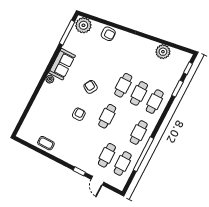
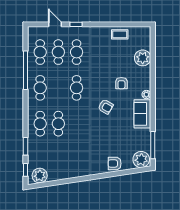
plant: (163, 52) -> (40, 176), moved
cafe table: (123, 85) -> (77, 52), moved
plant: (37, 112) -> (143, 58), added
armchair: (79, 114) -> (121, 83), moved

